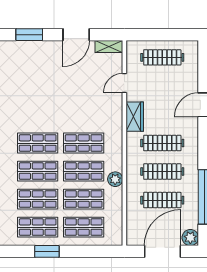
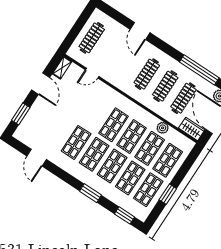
door: (124, 83) -> (92, 73), hinge flipped
shop shelf: (38, 115) -> (76, 142), added
wardrobe: (135, 117) -> (192, 129), moved
plant: (115, 179) -> (163, 128), moved

